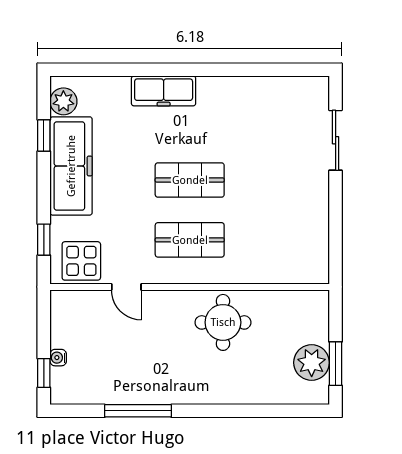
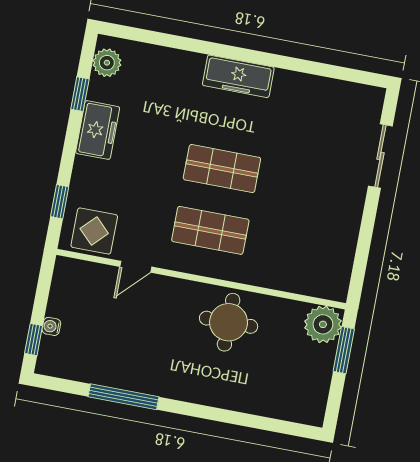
freezer: (164, 91) -> (238, 76), moved
freezer: (71, 166) -> (98, 130), width x0.52, depth x0.79
door: (126, 287) -> (136, 267), hinge flipped
plant: (312, 363) -> (323, 324), moved
window: (336, 364) -> (344, 350), moved

